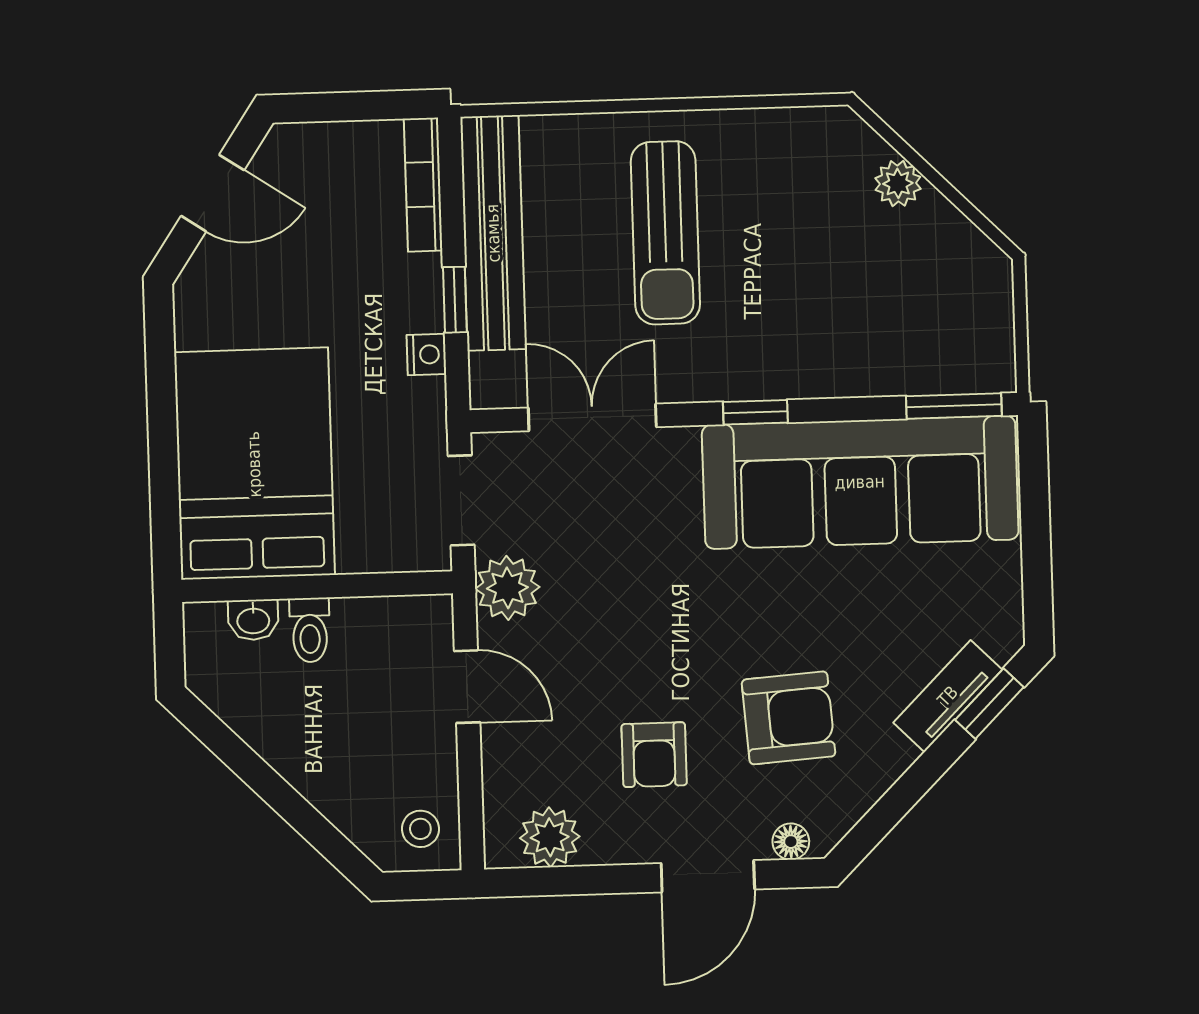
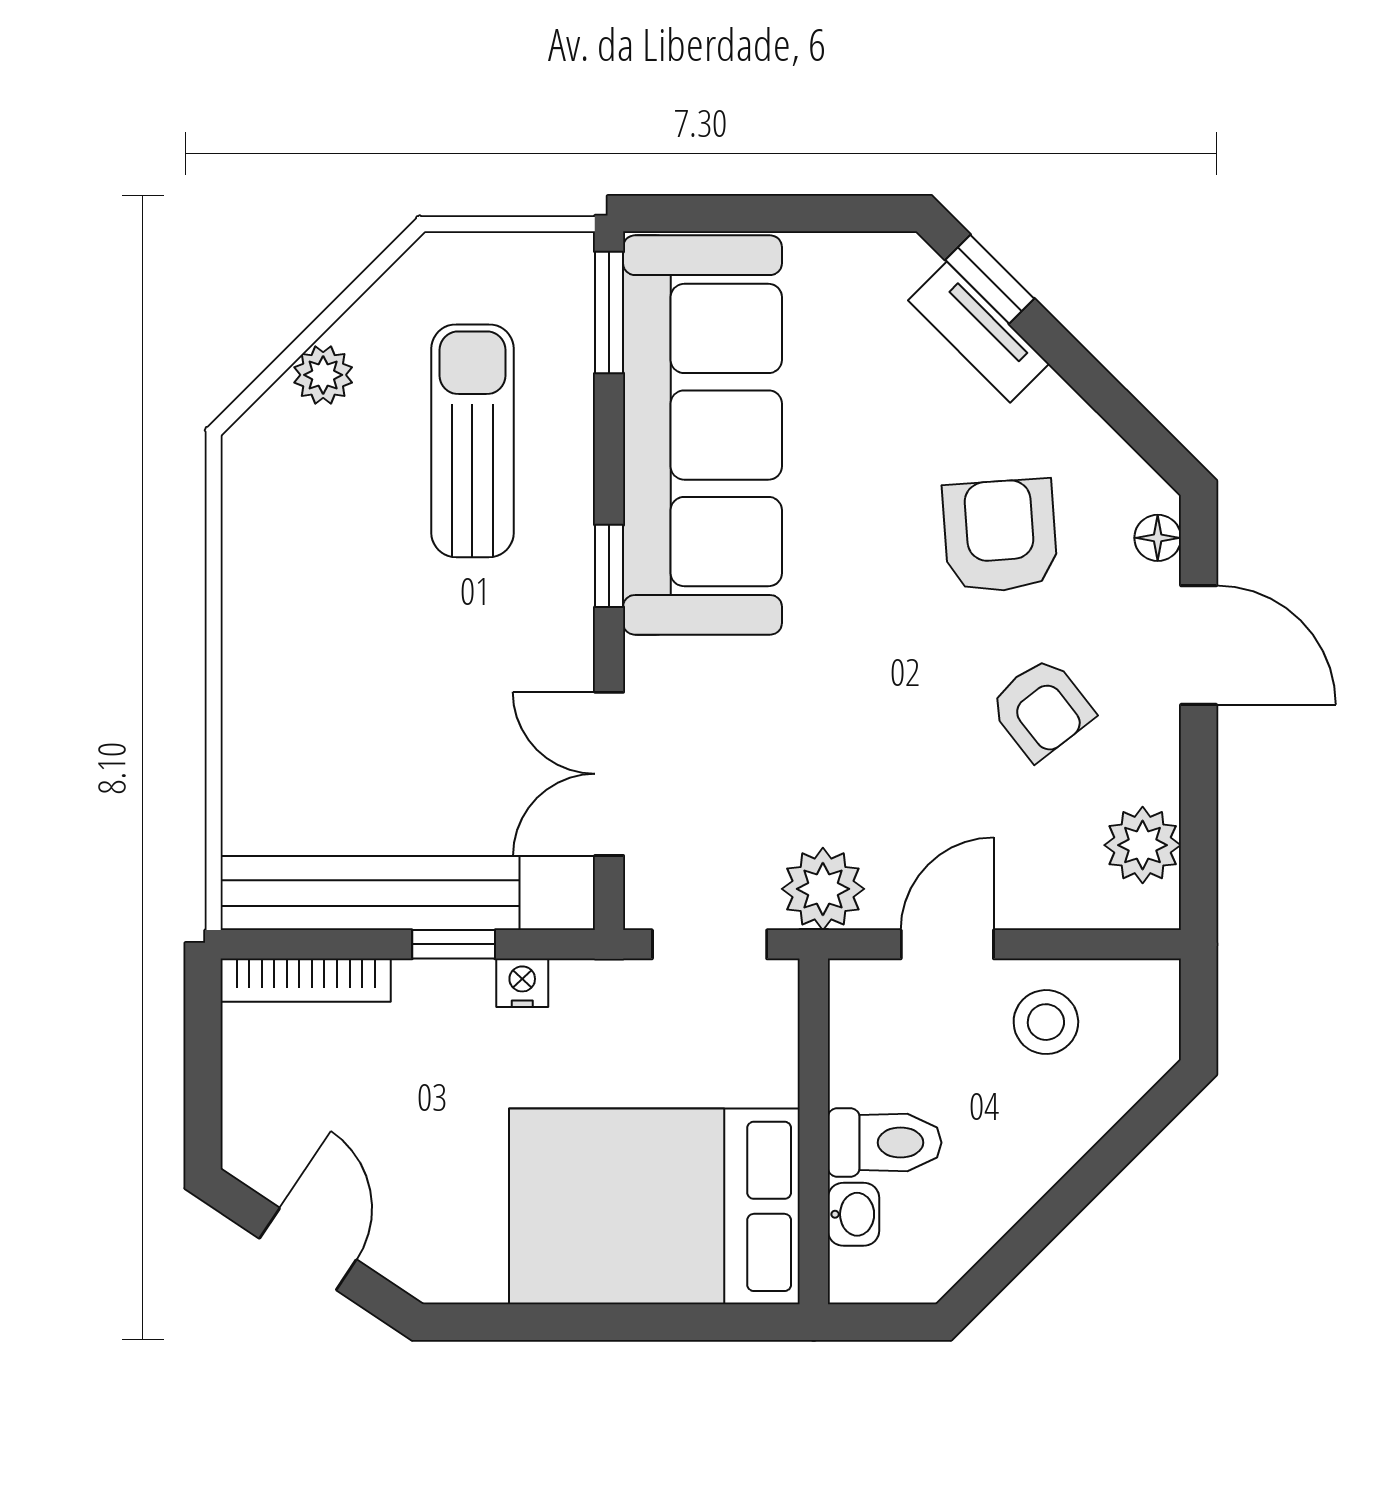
sun lounger: (665, 233) -> (472, 441), moved, turned -90
toilet: (310, 630) -> (885, 1143), width x1.37, depth x1.39
armchair: (654, 755) -> (1041, 709), turned 52
stool: (420, 829) -> (1046, 1022), moved, width x1.37, depth x1.37

